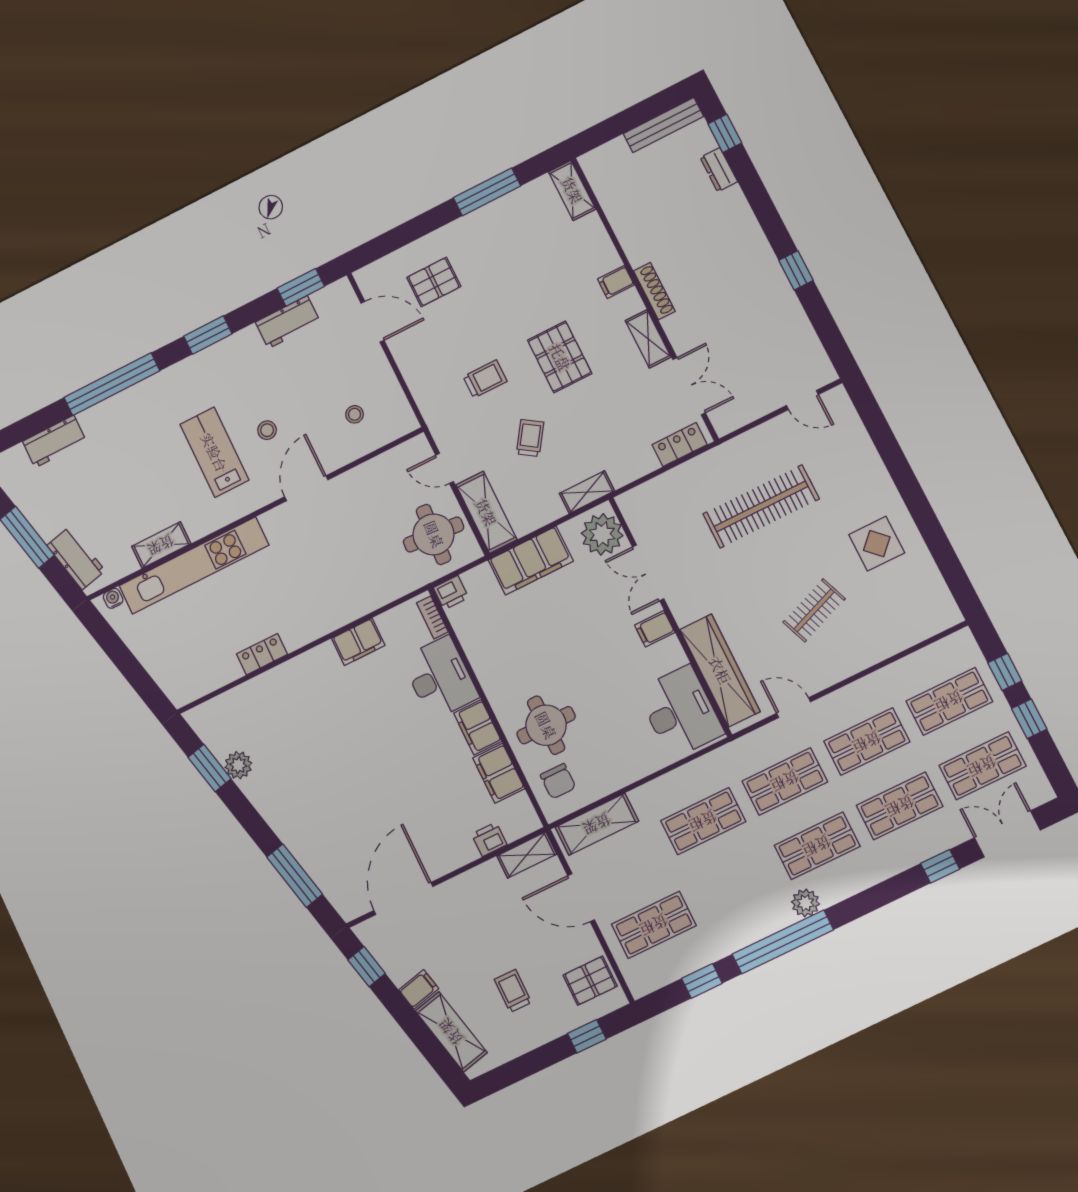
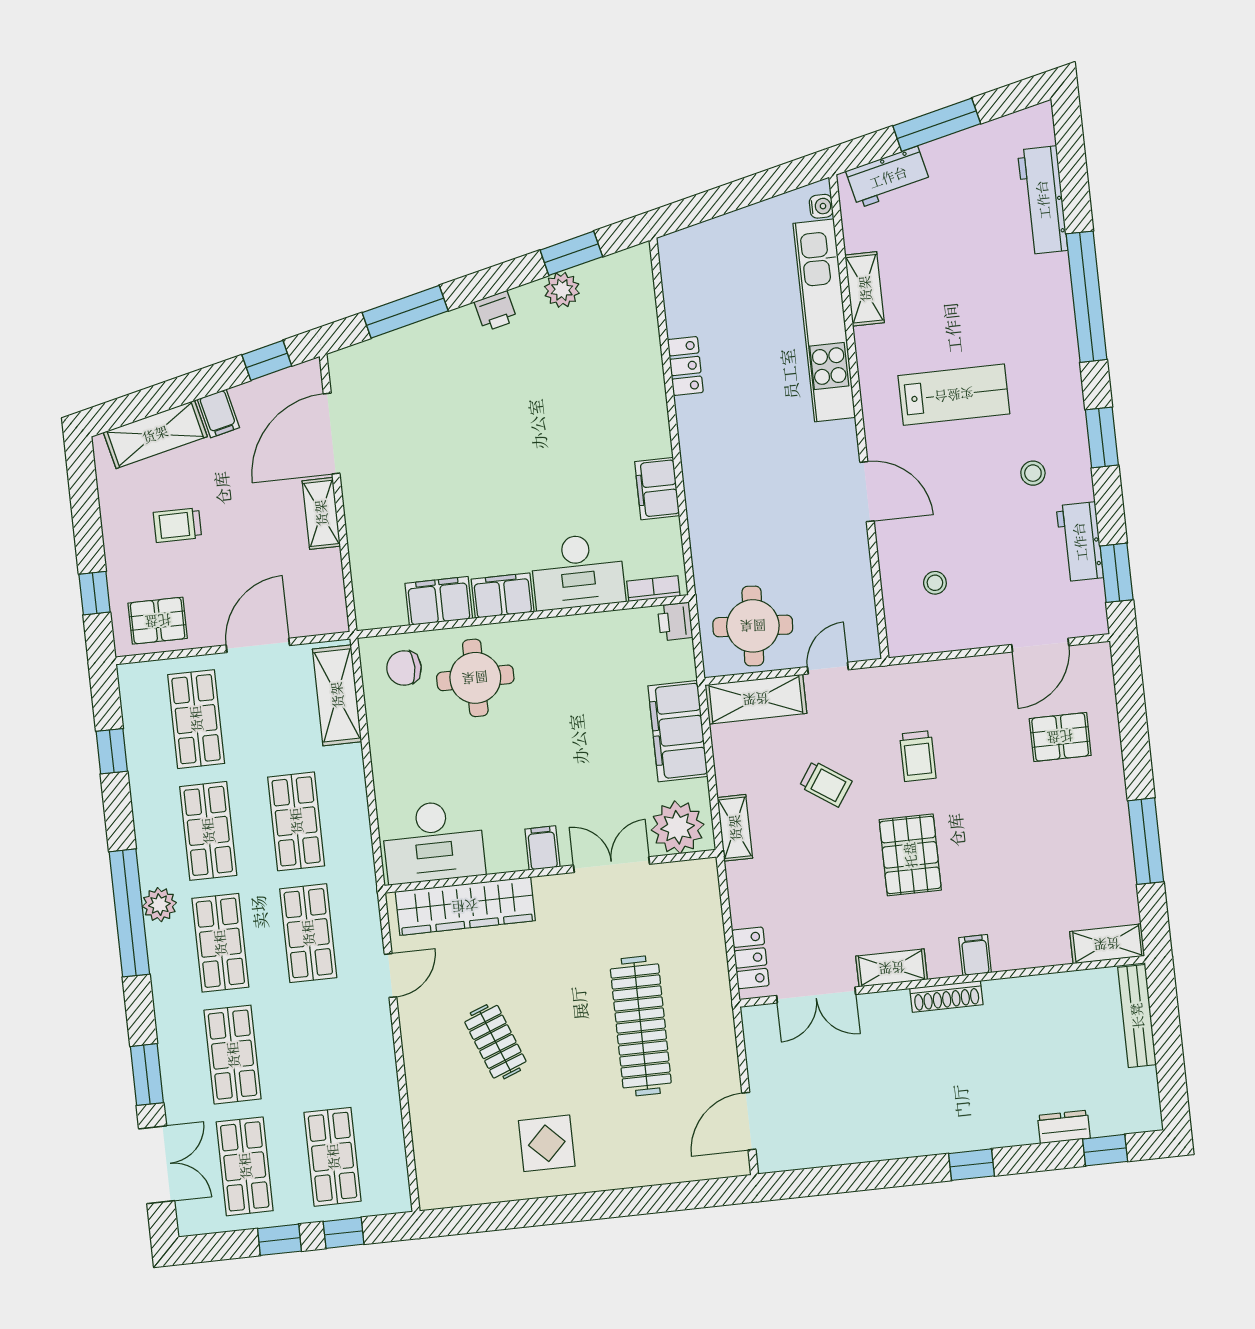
bench: (663, 125) -> (1137, 1016), moved
window: (796, 270) -> (972, 1165), moved
pallet: (434, 282) -> (1060, 737), turned 90
pallet: (560, 357) -> (910, 855), turned 90
door: (802, 400) -> (749, 1121), width x1.38
stool: (267, 430) -> (1033, 473), moved
workbench: (54, 442) -> (1043, 200), width x1.38
shop shelf: (867, 742) -> (208, 831), moved
printer: (489, 839) -> (496, 311), moved, turned 77
shelving: (527, 855) -> (321, 513), moved
window: (940, 866) -> (147, 1075), width x1.50
door: (403, 898) -> (332, 433), swing flipped
window: (783, 942) -> (129, 913), moved
pallet: (590, 981) -> (158, 621), turned 90
trolley: (513, 991) -> (177, 525), turned 180

